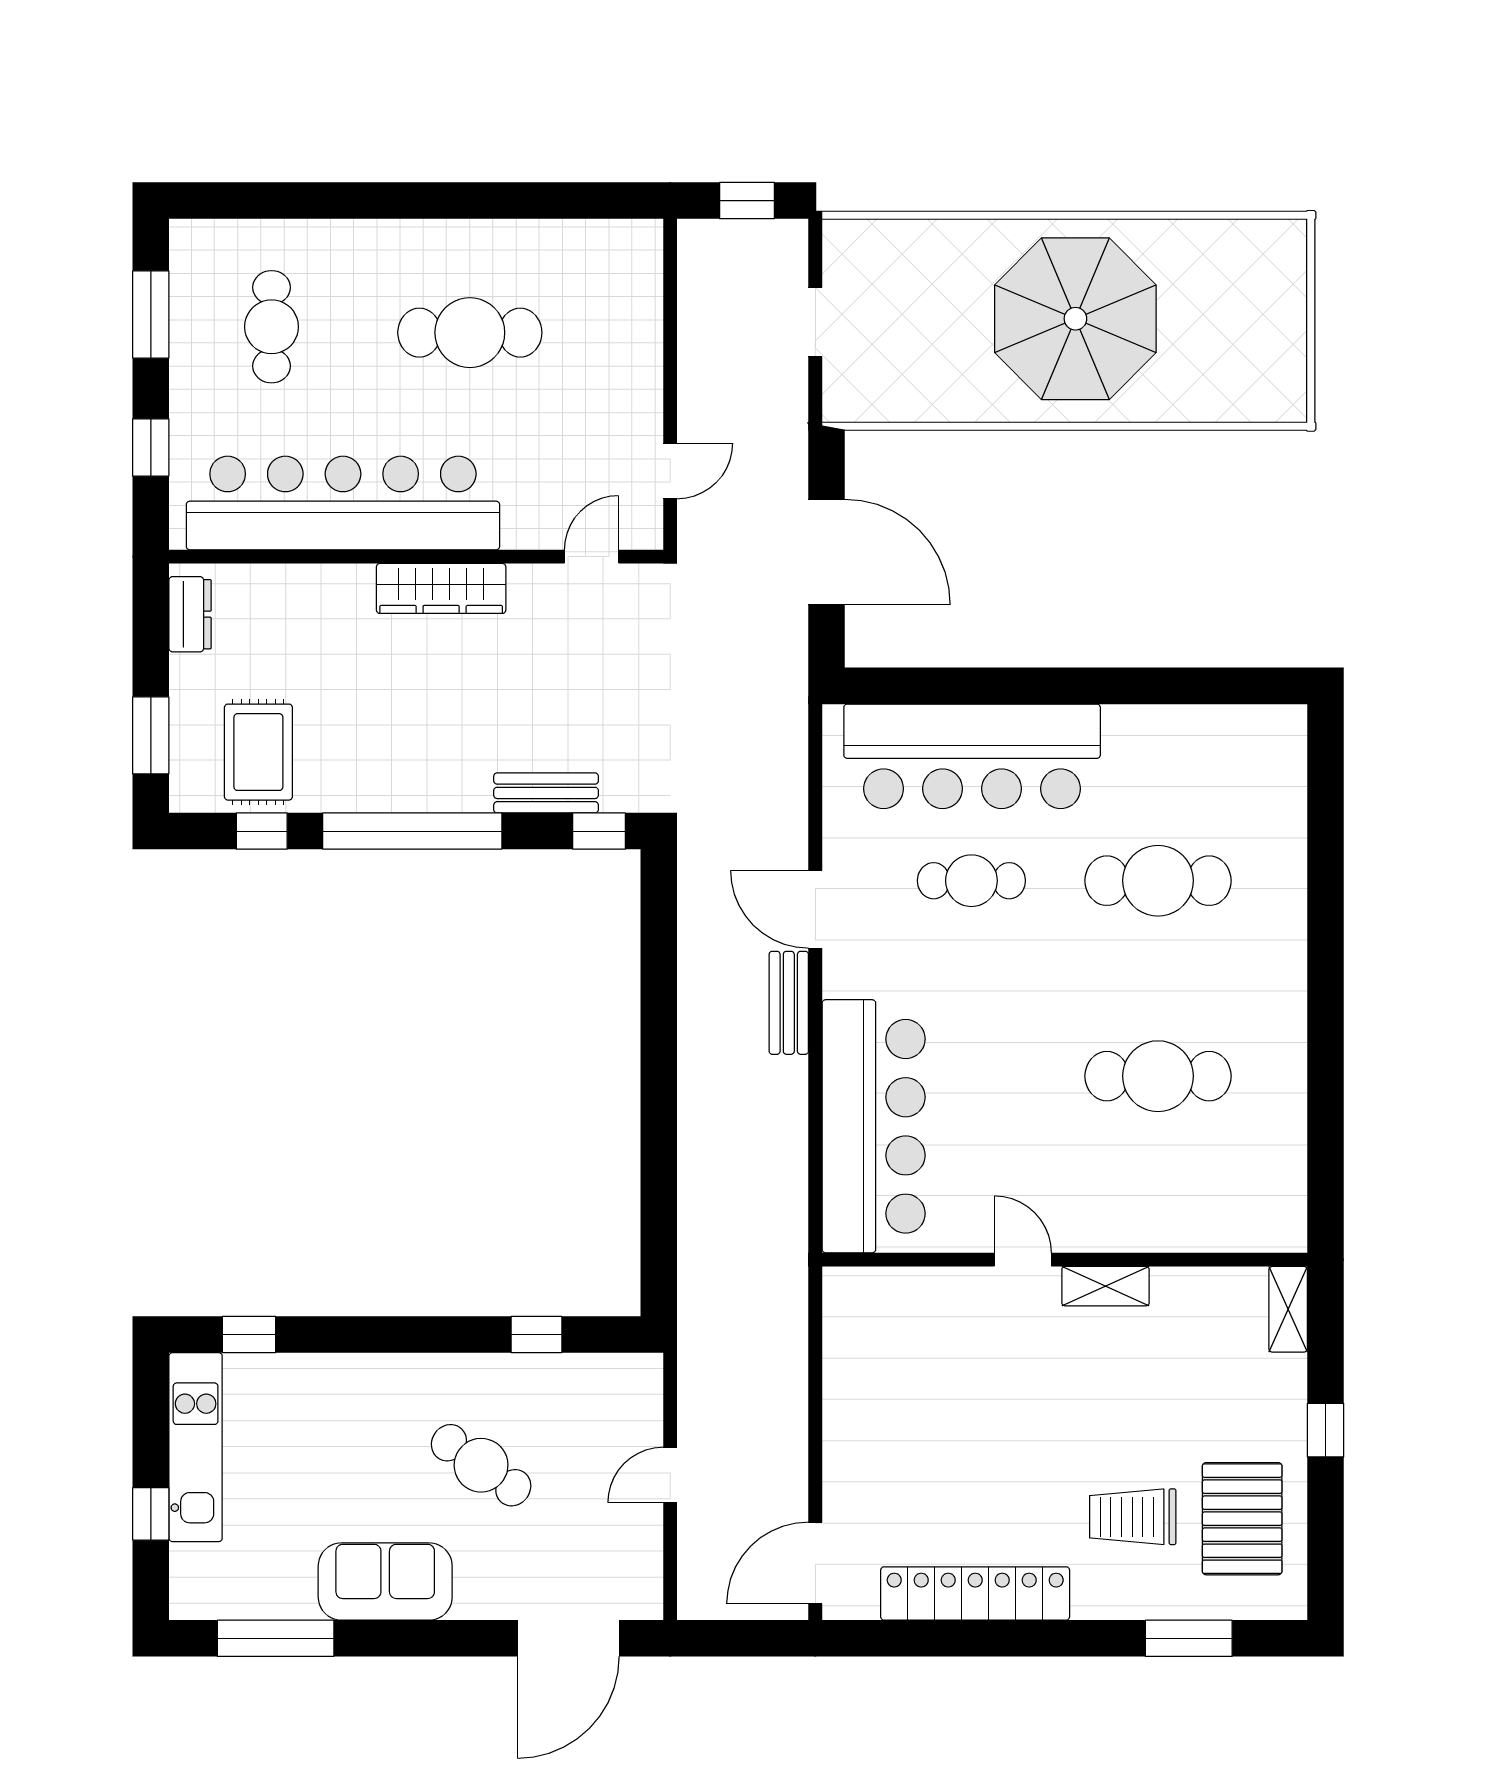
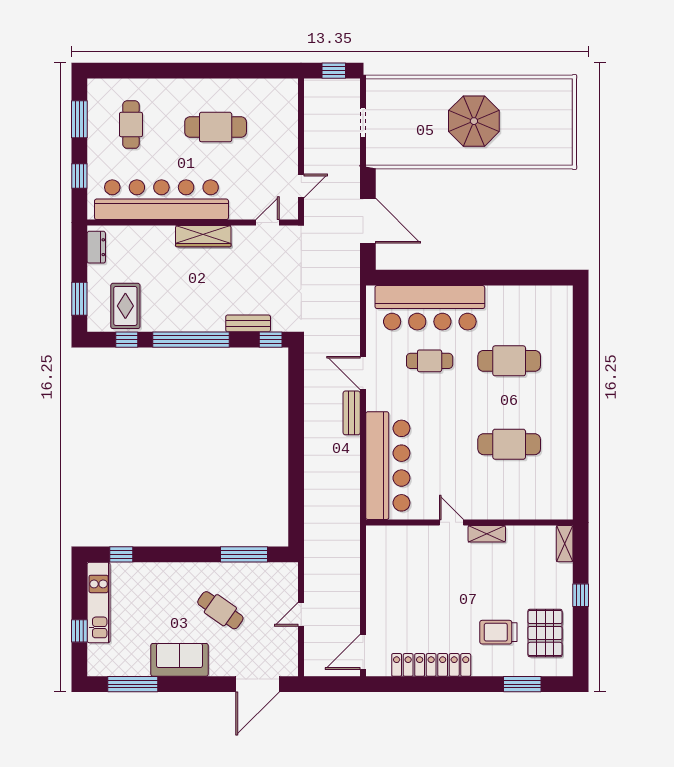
parasol: (1075, 319) -> (474, 121), width x0.73, depth x0.73
window: (537, 1334) -> (244, 554), width x2.17

